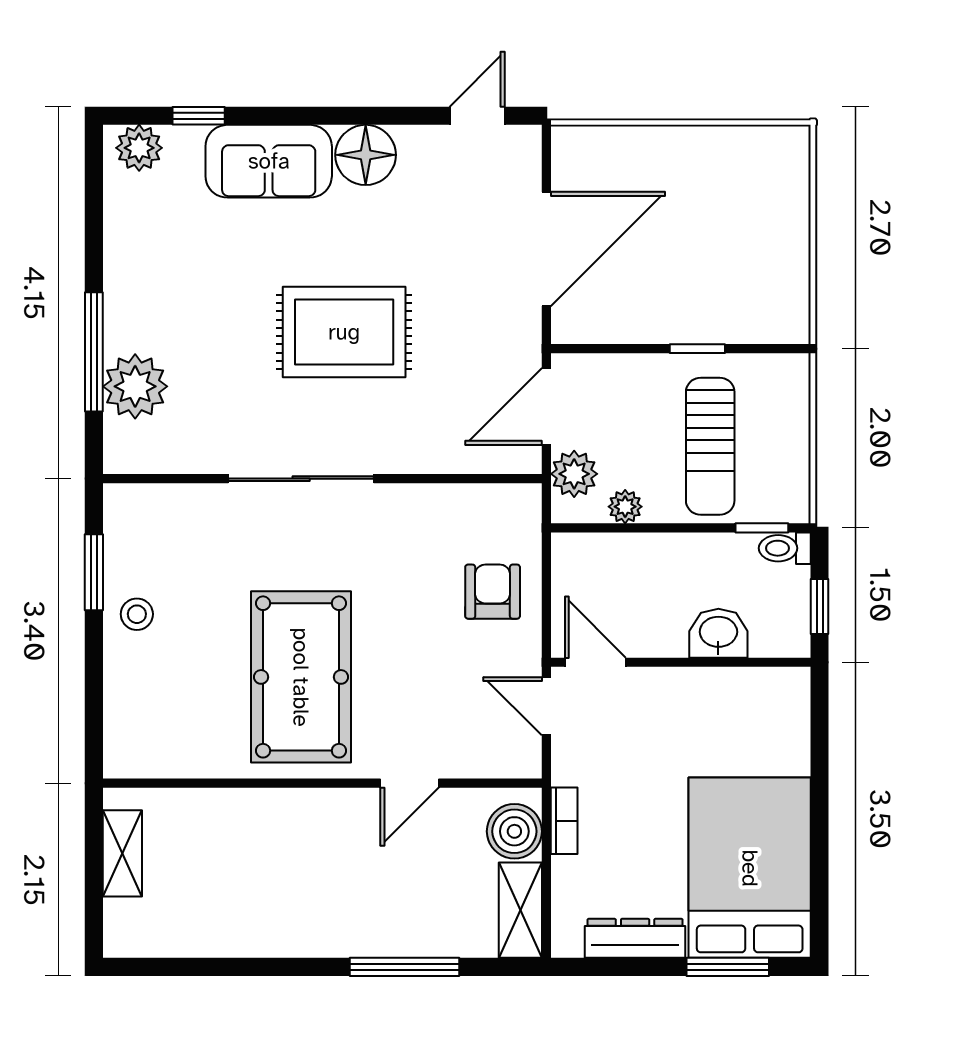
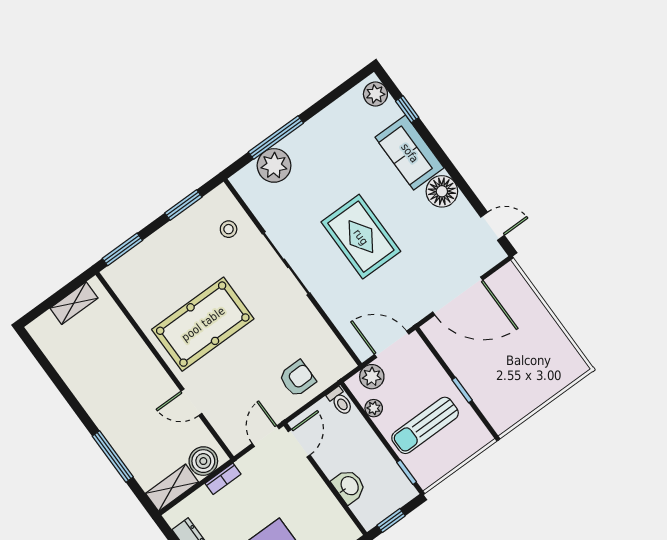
toilet: (785, 548) -> (340, 401), moved, turned 180
stool: (137, 614) -> (229, 229), moved
window: (94, 717) -> (122, 249), added

